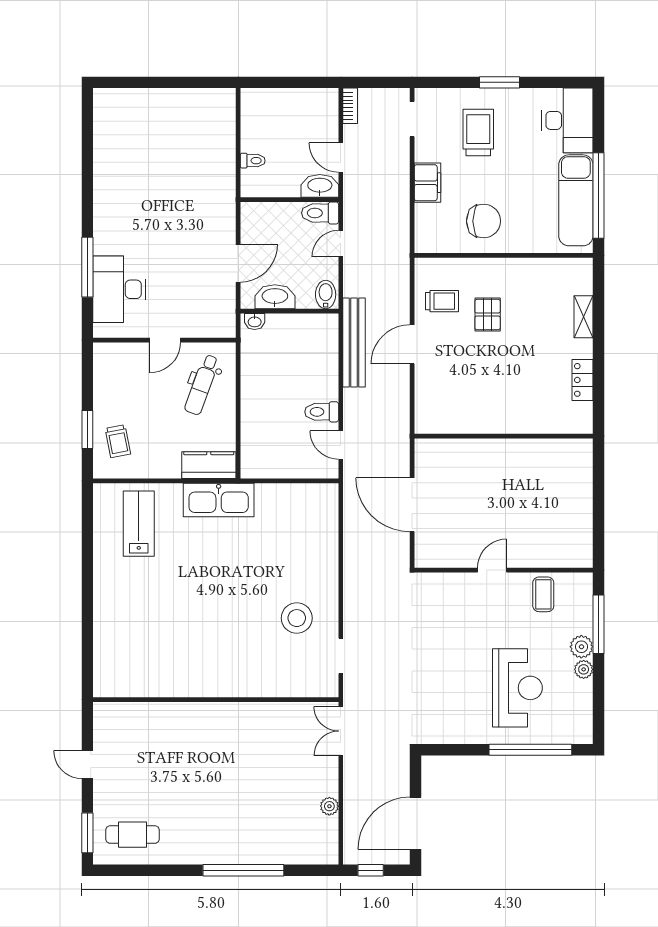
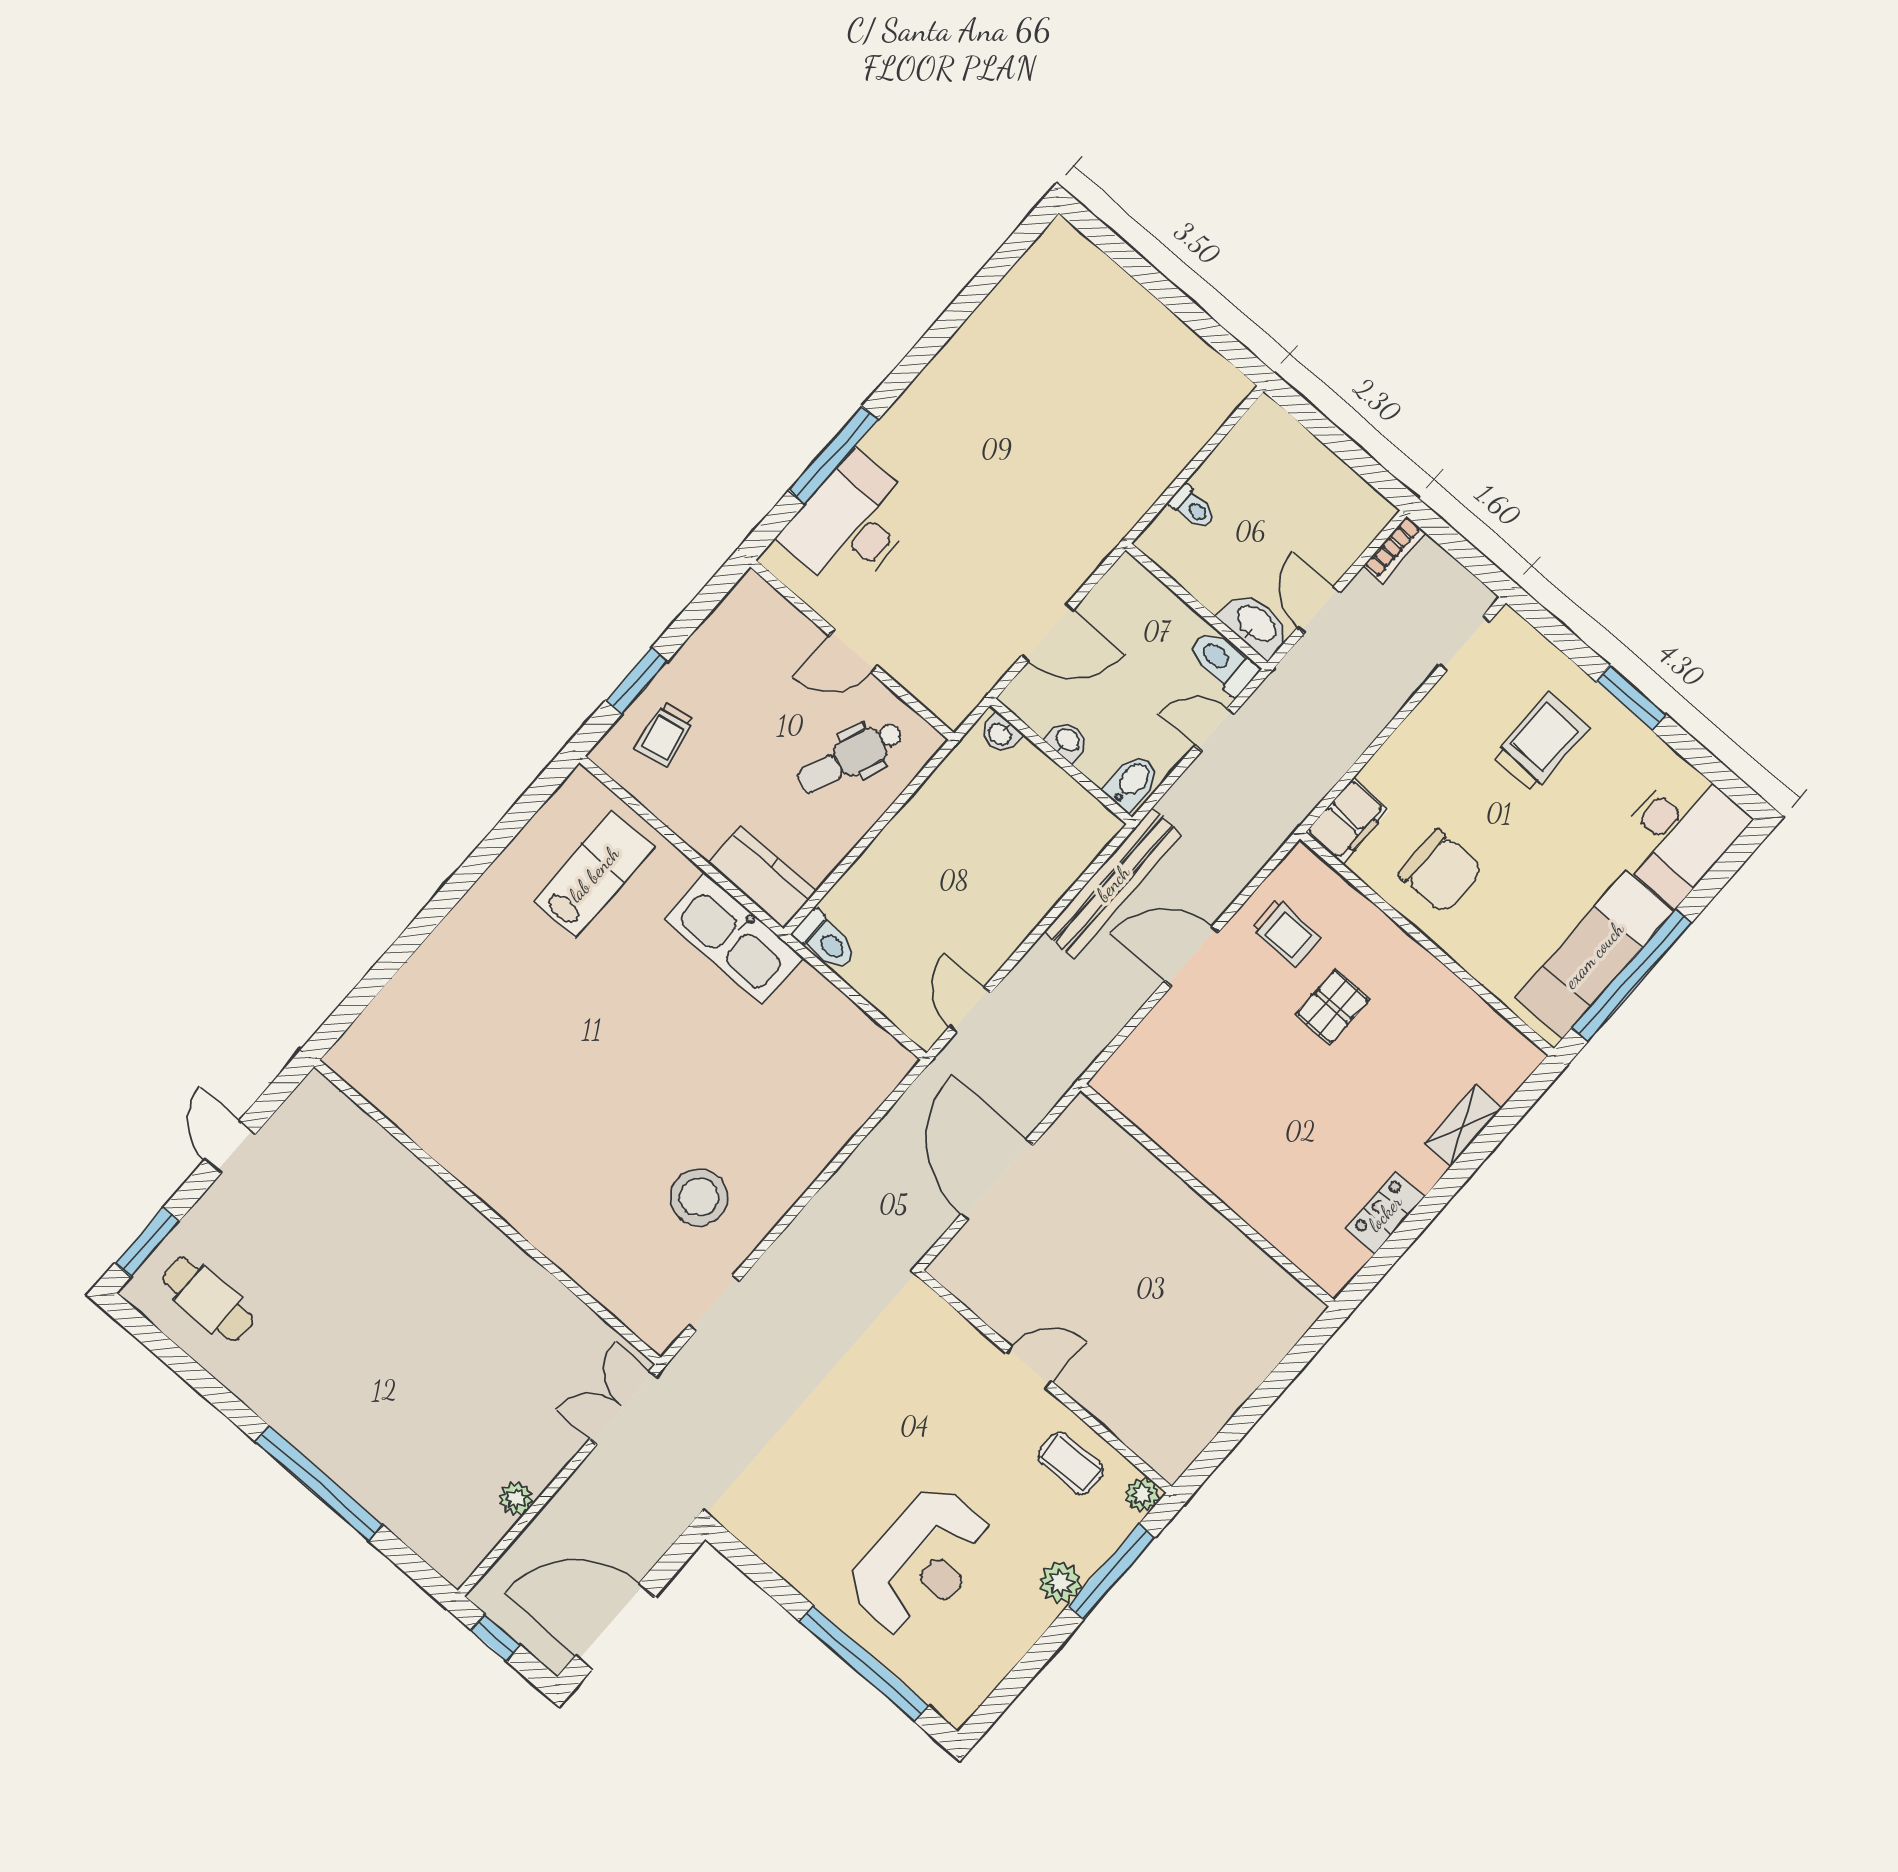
filing cabinet: (428, 183) -> (1348, 821), moved
washbasin: (275, 297) -> (1067, 740), width x0.52, depth x0.69
toilet: (322, 412) -> (826, 941), moved, turned 180
coffee table: (543, 594) -> (1071, 1463), turned 90
plant: (584, 669) -> (1142, 1495), moved

